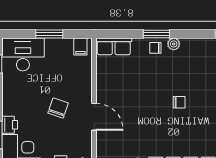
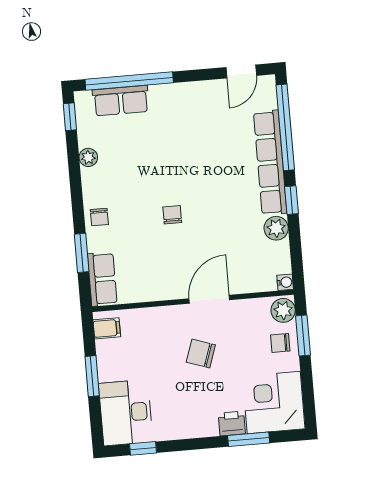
window: (156, 34) -> (82, 253), moved
plant: (174, 44) -> (88, 157), moved
chair: (179, 102) -> (172, 215), moved

